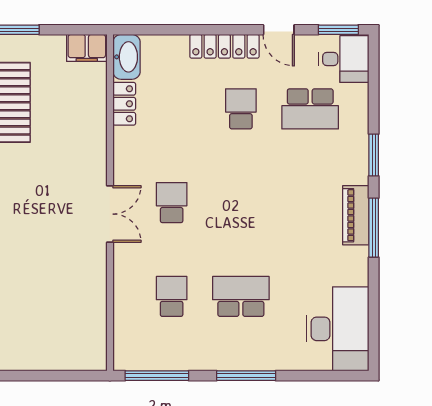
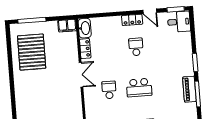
locker: (224, 46) -> (132, 20), width x0.66
school desk: (310, 109) -> (139, 88), moved
double door: (110, 214) -> (81, 75), moved

